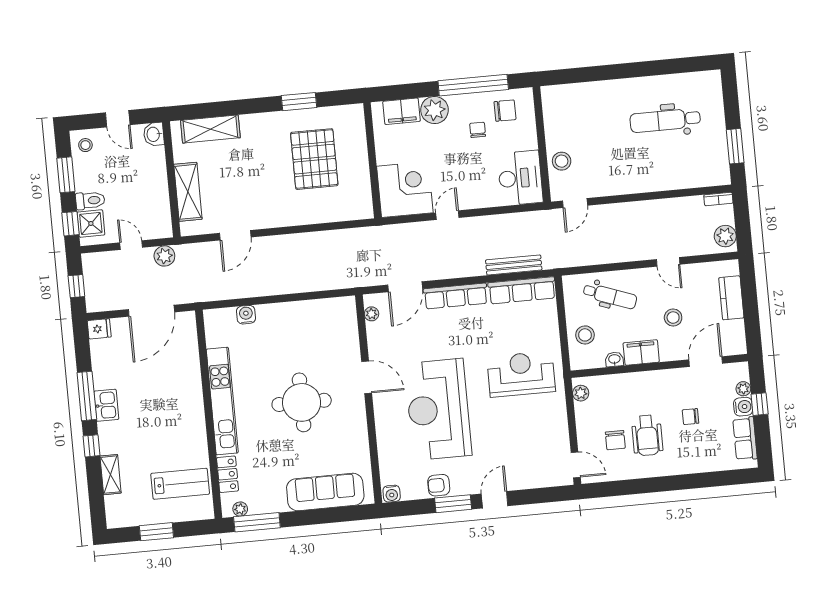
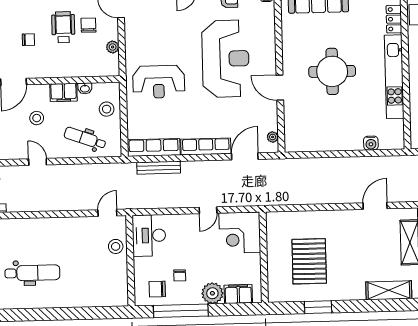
plant: (581, 393) -> (113, 47), moved

